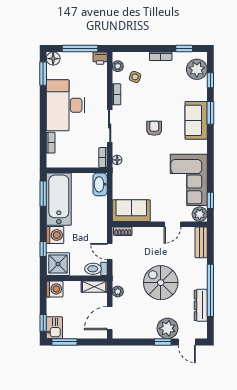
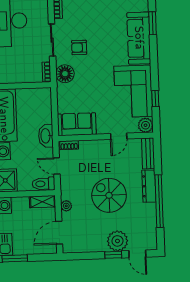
sofa: (196, 120) -> (139, 38), width x1.36
armchair: (154, 128) -> (79, 47), moved, turned -90
floor lamp: (117, 160) -> (65, 74), width x1.89, depth x1.89
washbasin: (100, 184) -> (46, 136), moved
window: (210, 200) -> (155, 99), moved
dresser: (201, 305) -> (149, 186), moved

